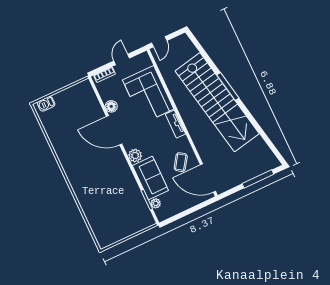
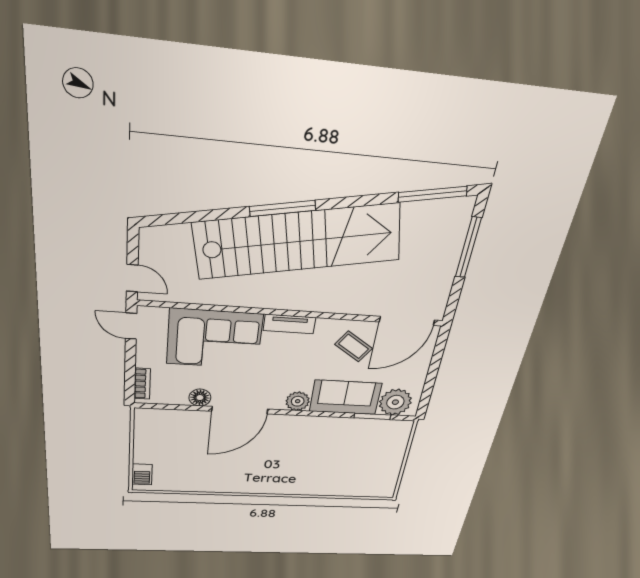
door: (122, 59) -> (131, 326), moved
window: (271, 145) -> (433, 194), added
plant: (156, 203) -> (395, 402), width x1.87, depth x1.87

